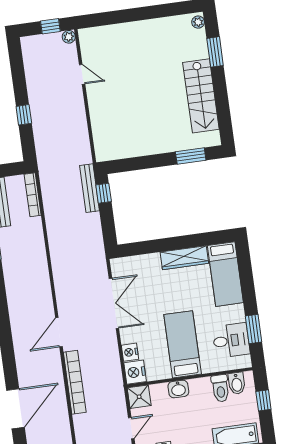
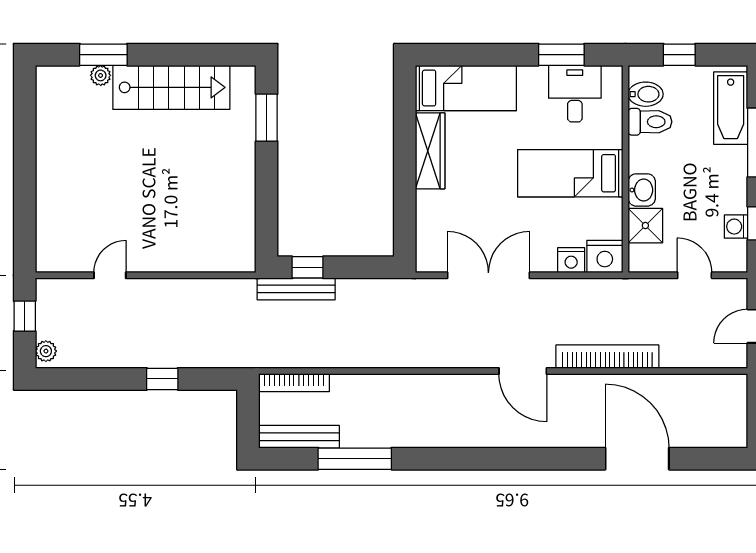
plant: (198, 22) -> (101, 75), moved
plant: (69, 37) -> (46, 351), moved
shower: (139, 397) -> (645, 226), moved

